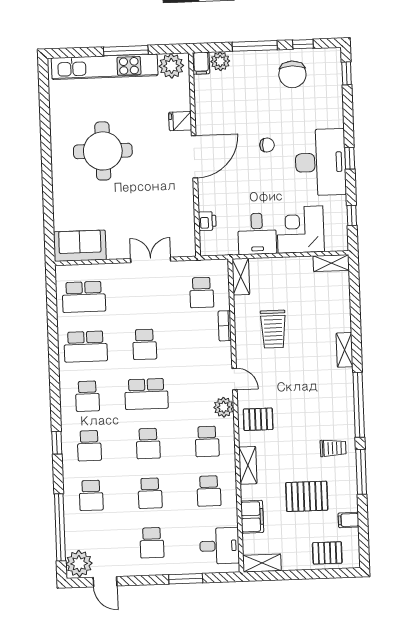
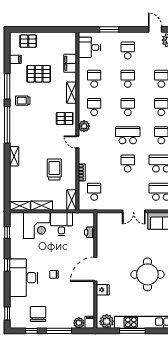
desk: (321, 162) -> (24, 278), moved
double door: (151, 260) -> (134, 211), moved
shelving: (262, 563) -> (42, 206), moved

